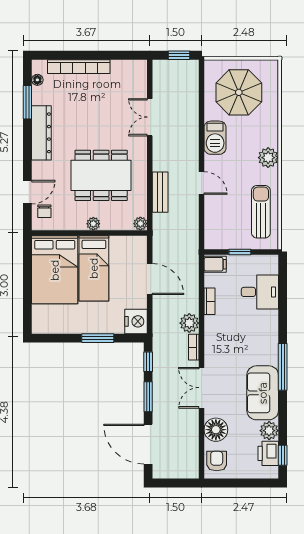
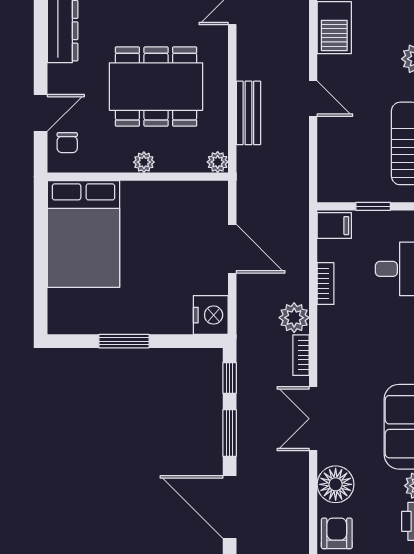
bed: (94, 268) -> (145, 232), removed
window: (98, 338) -> (124, 341), moved

